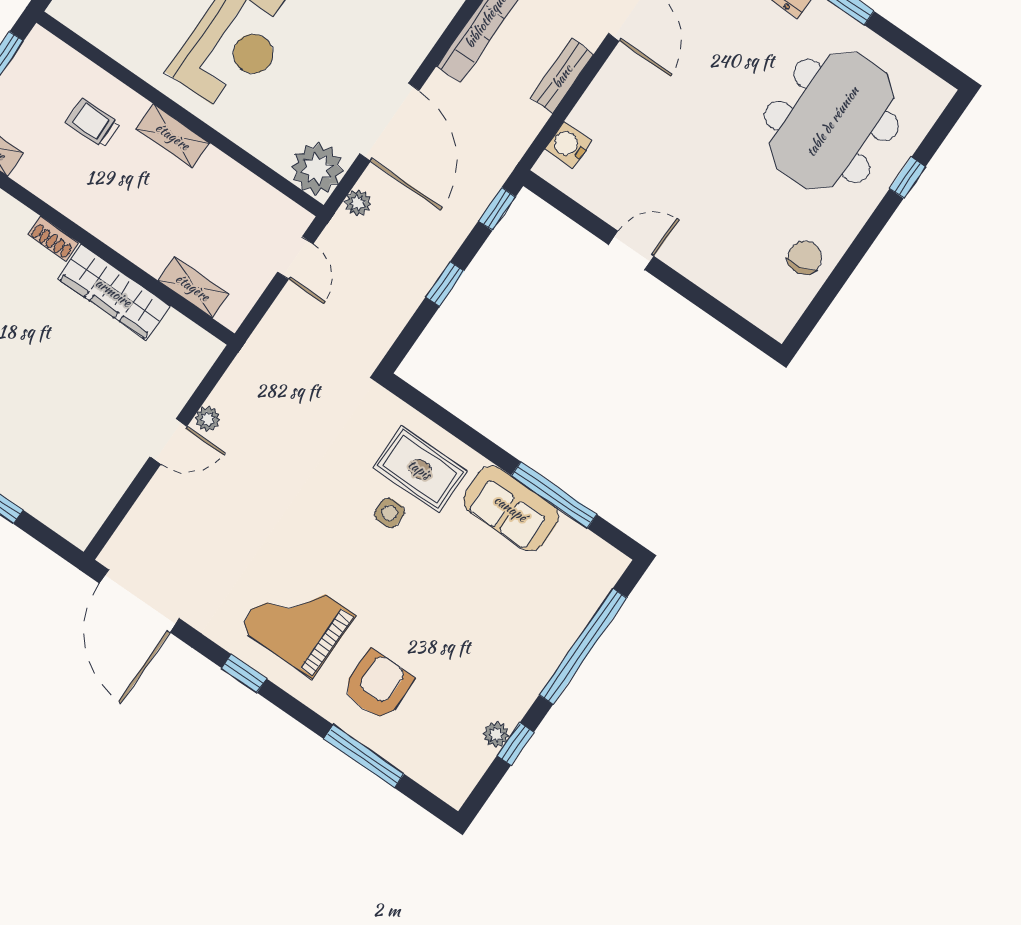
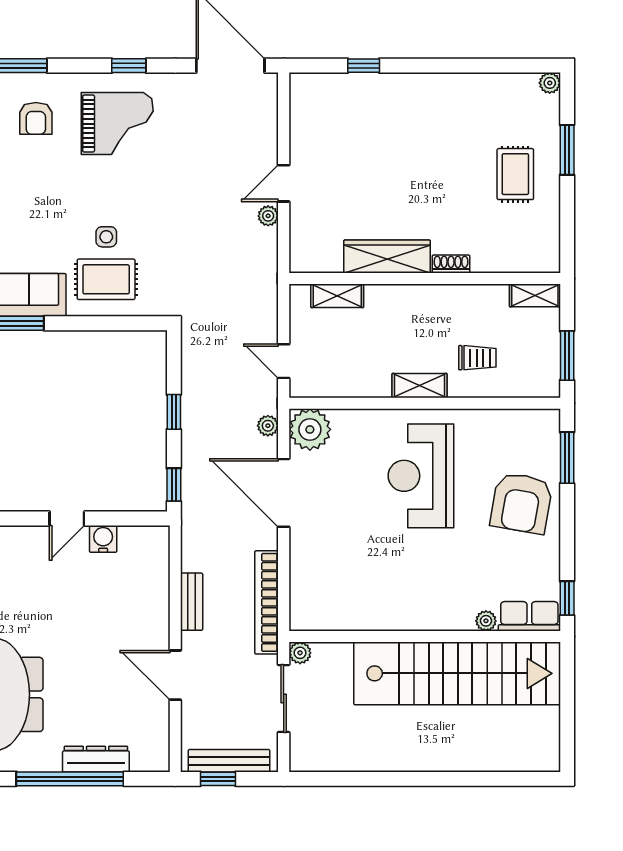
water cooler: (568, 145) -> (103, 539), moved, turned -90
armchair: (378, 685) -> (36, 118), width x0.72, depth x0.72

